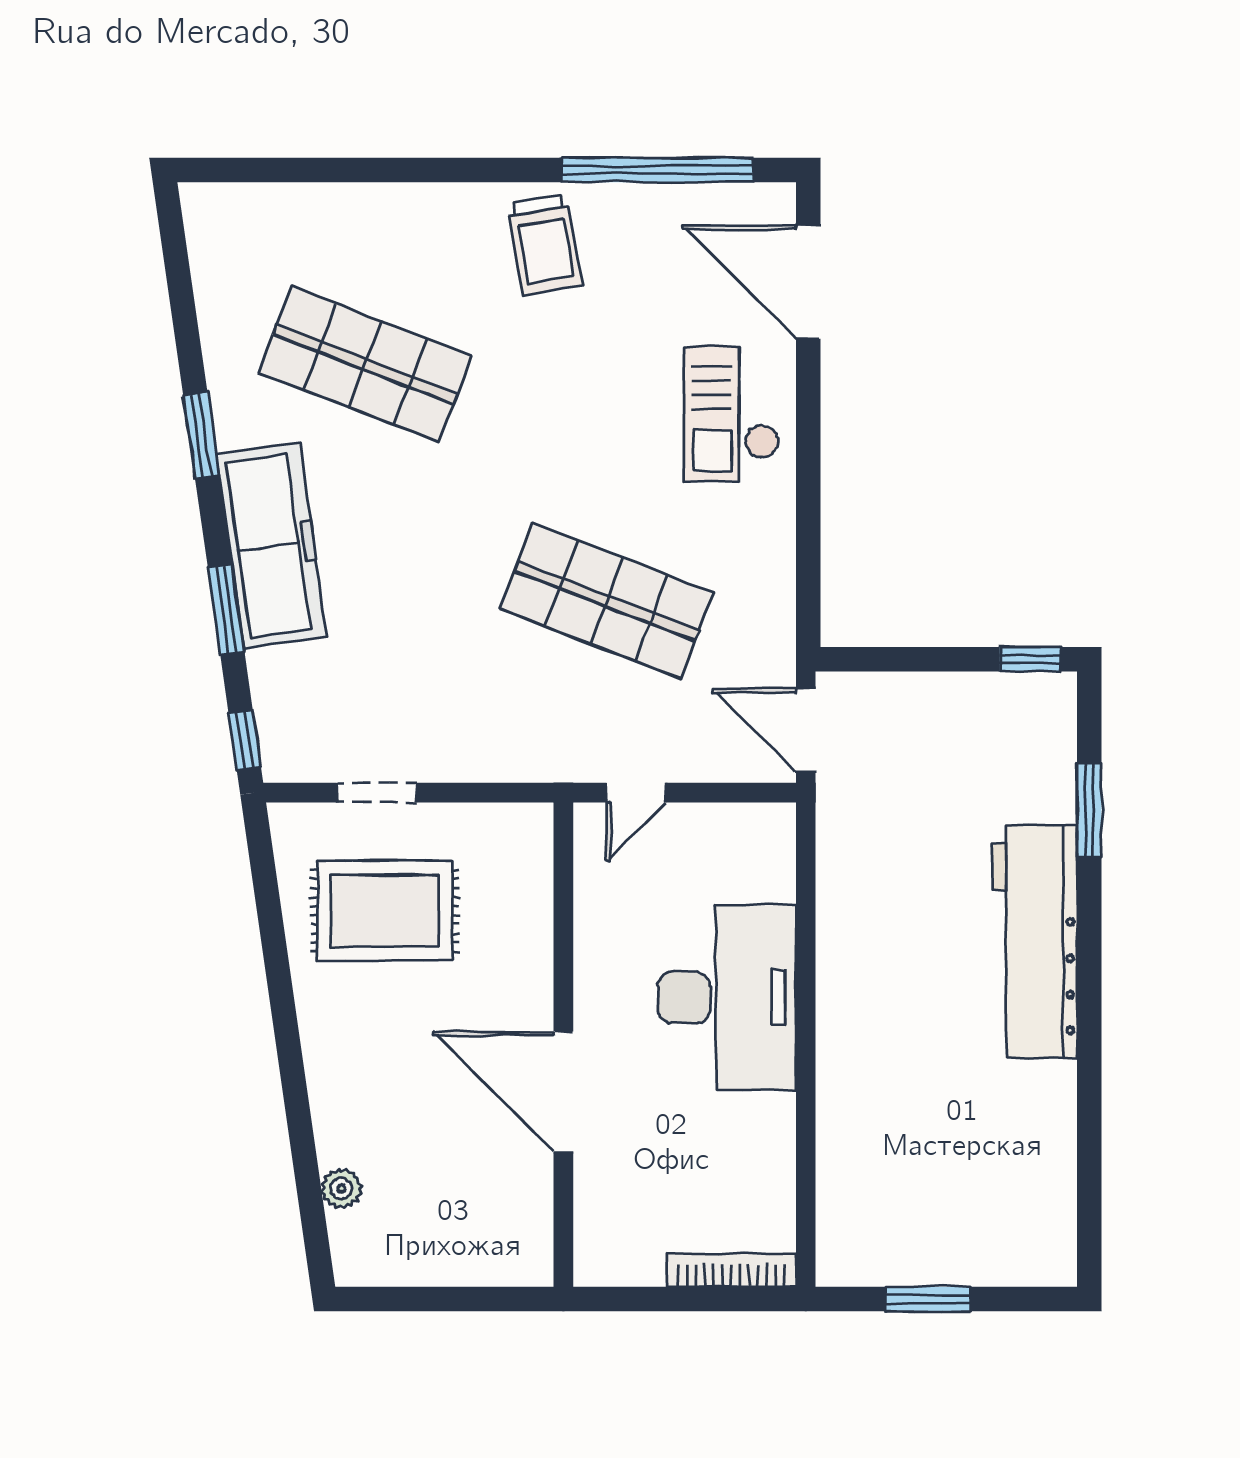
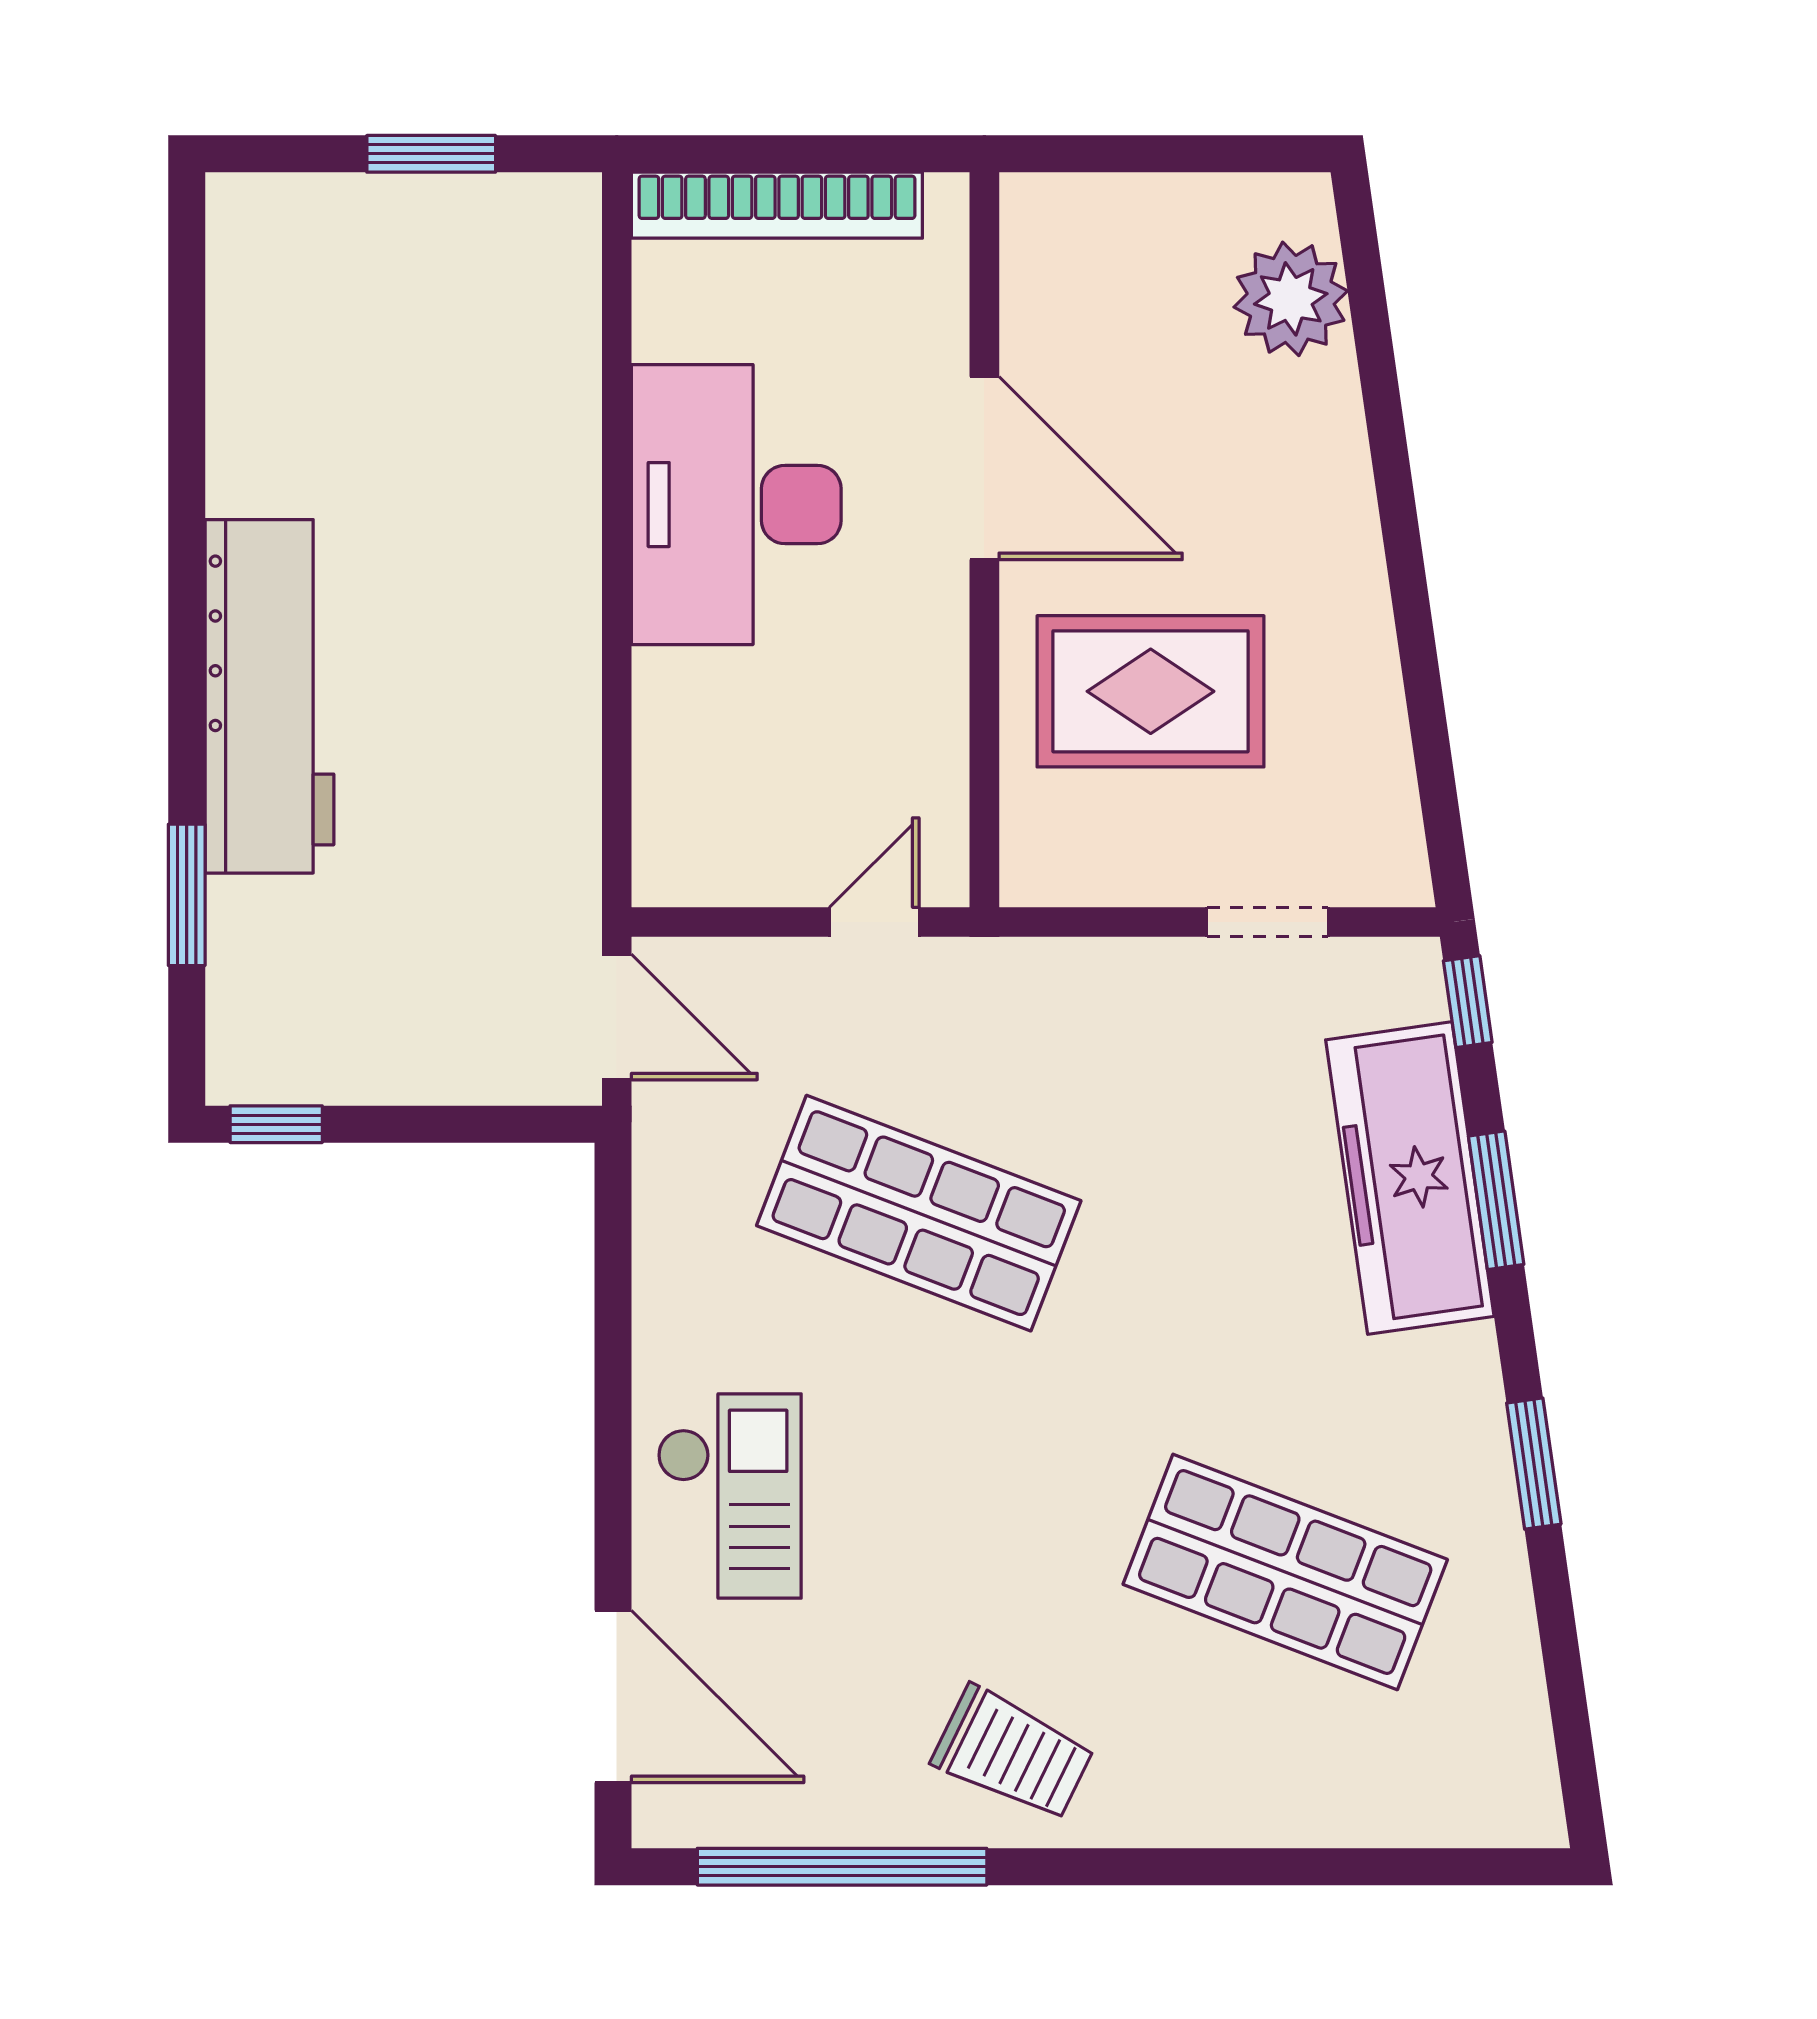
trolley: (545, 245) -> (1013, 1754), turned 126
freezer: (272, 546) -> (1410, 1178), moved
rug: (385, 911) -> (1151, 691), moved
desk: (727, 998) -> (736, 505), moved
plant: (341, 1188) -> (1291, 299), width x1.87, depth x1.87
bookcase: (731, 1270) -> (777, 205), width x1.48, depth x1.31

